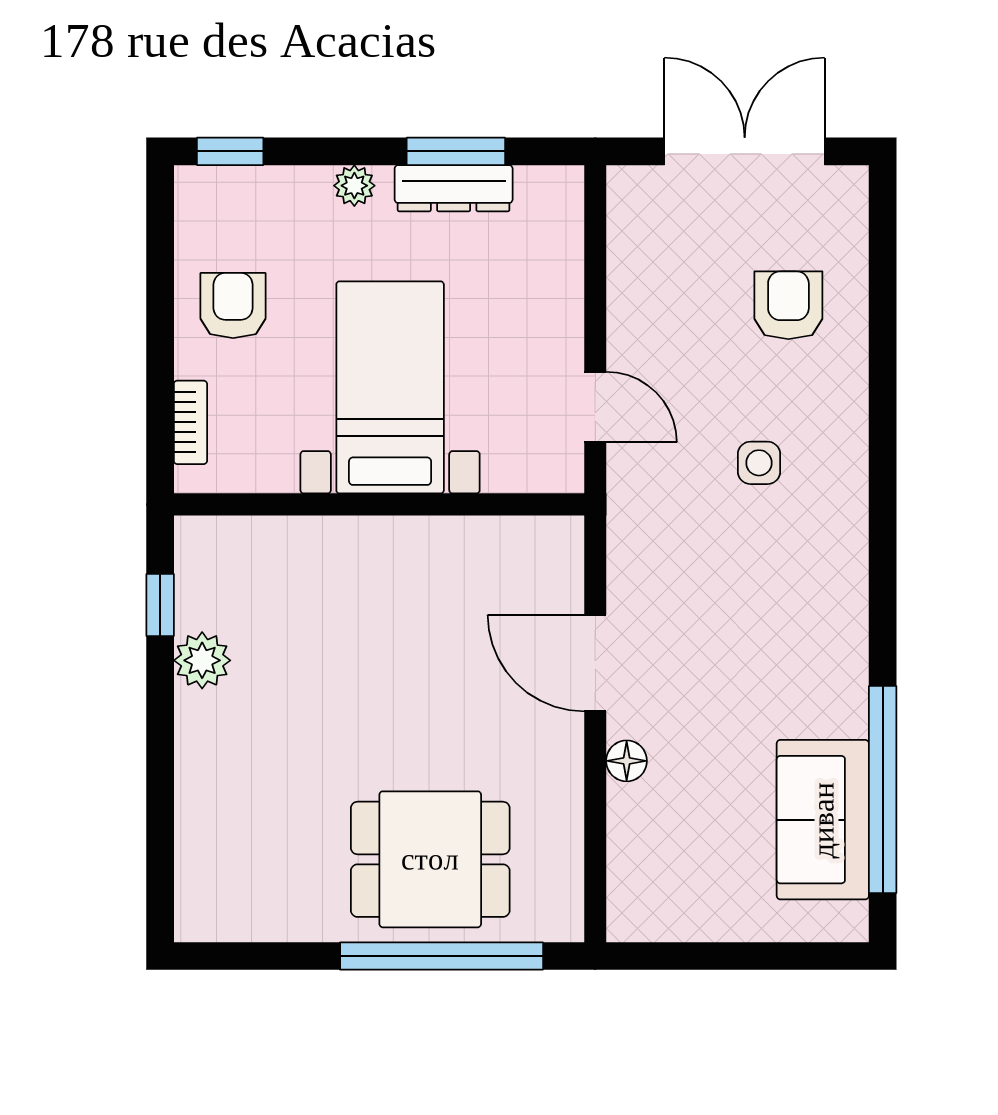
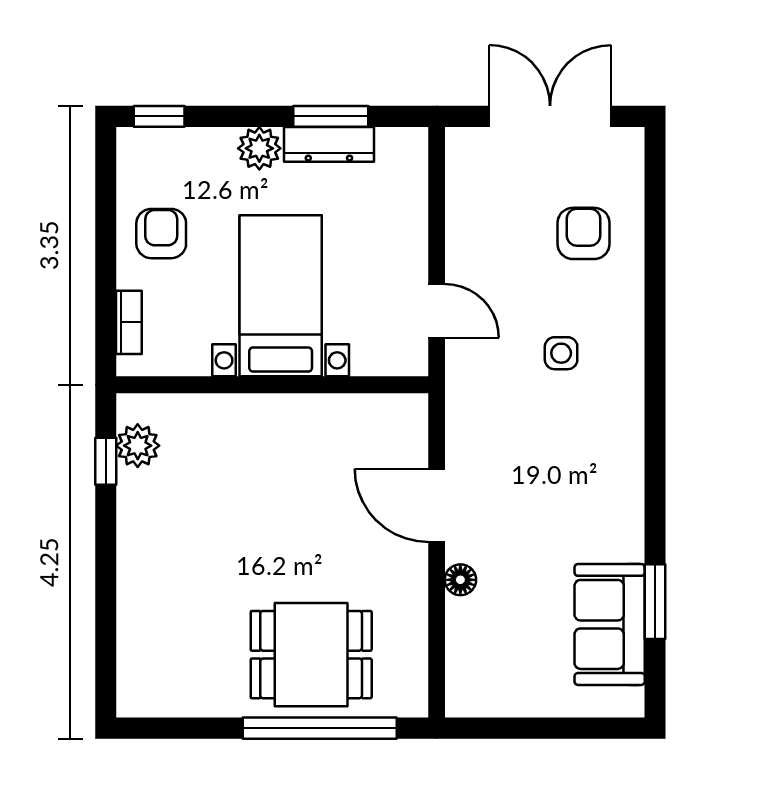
plant: (354, 186) -> (259, 148), width x1.38, depth x1.38
plant: (202, 660) -> (138, 446), moved
window: (883, 790) -> (655, 602), width x0.47

